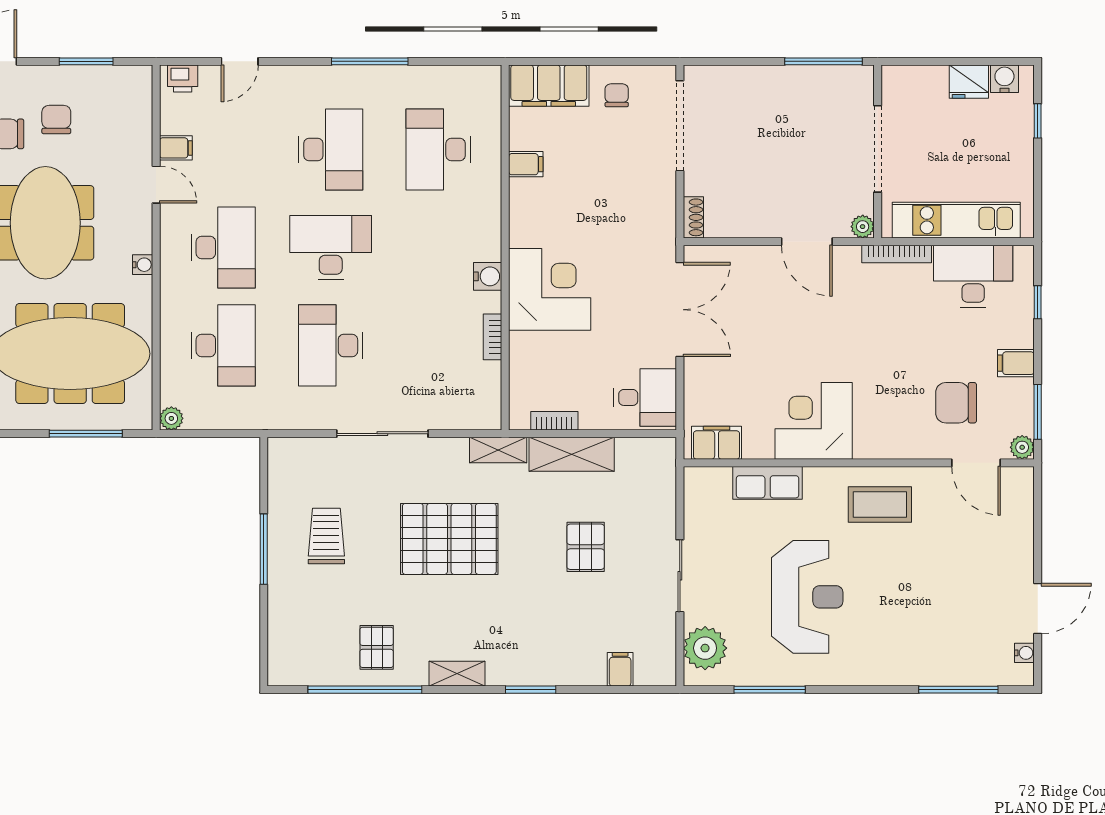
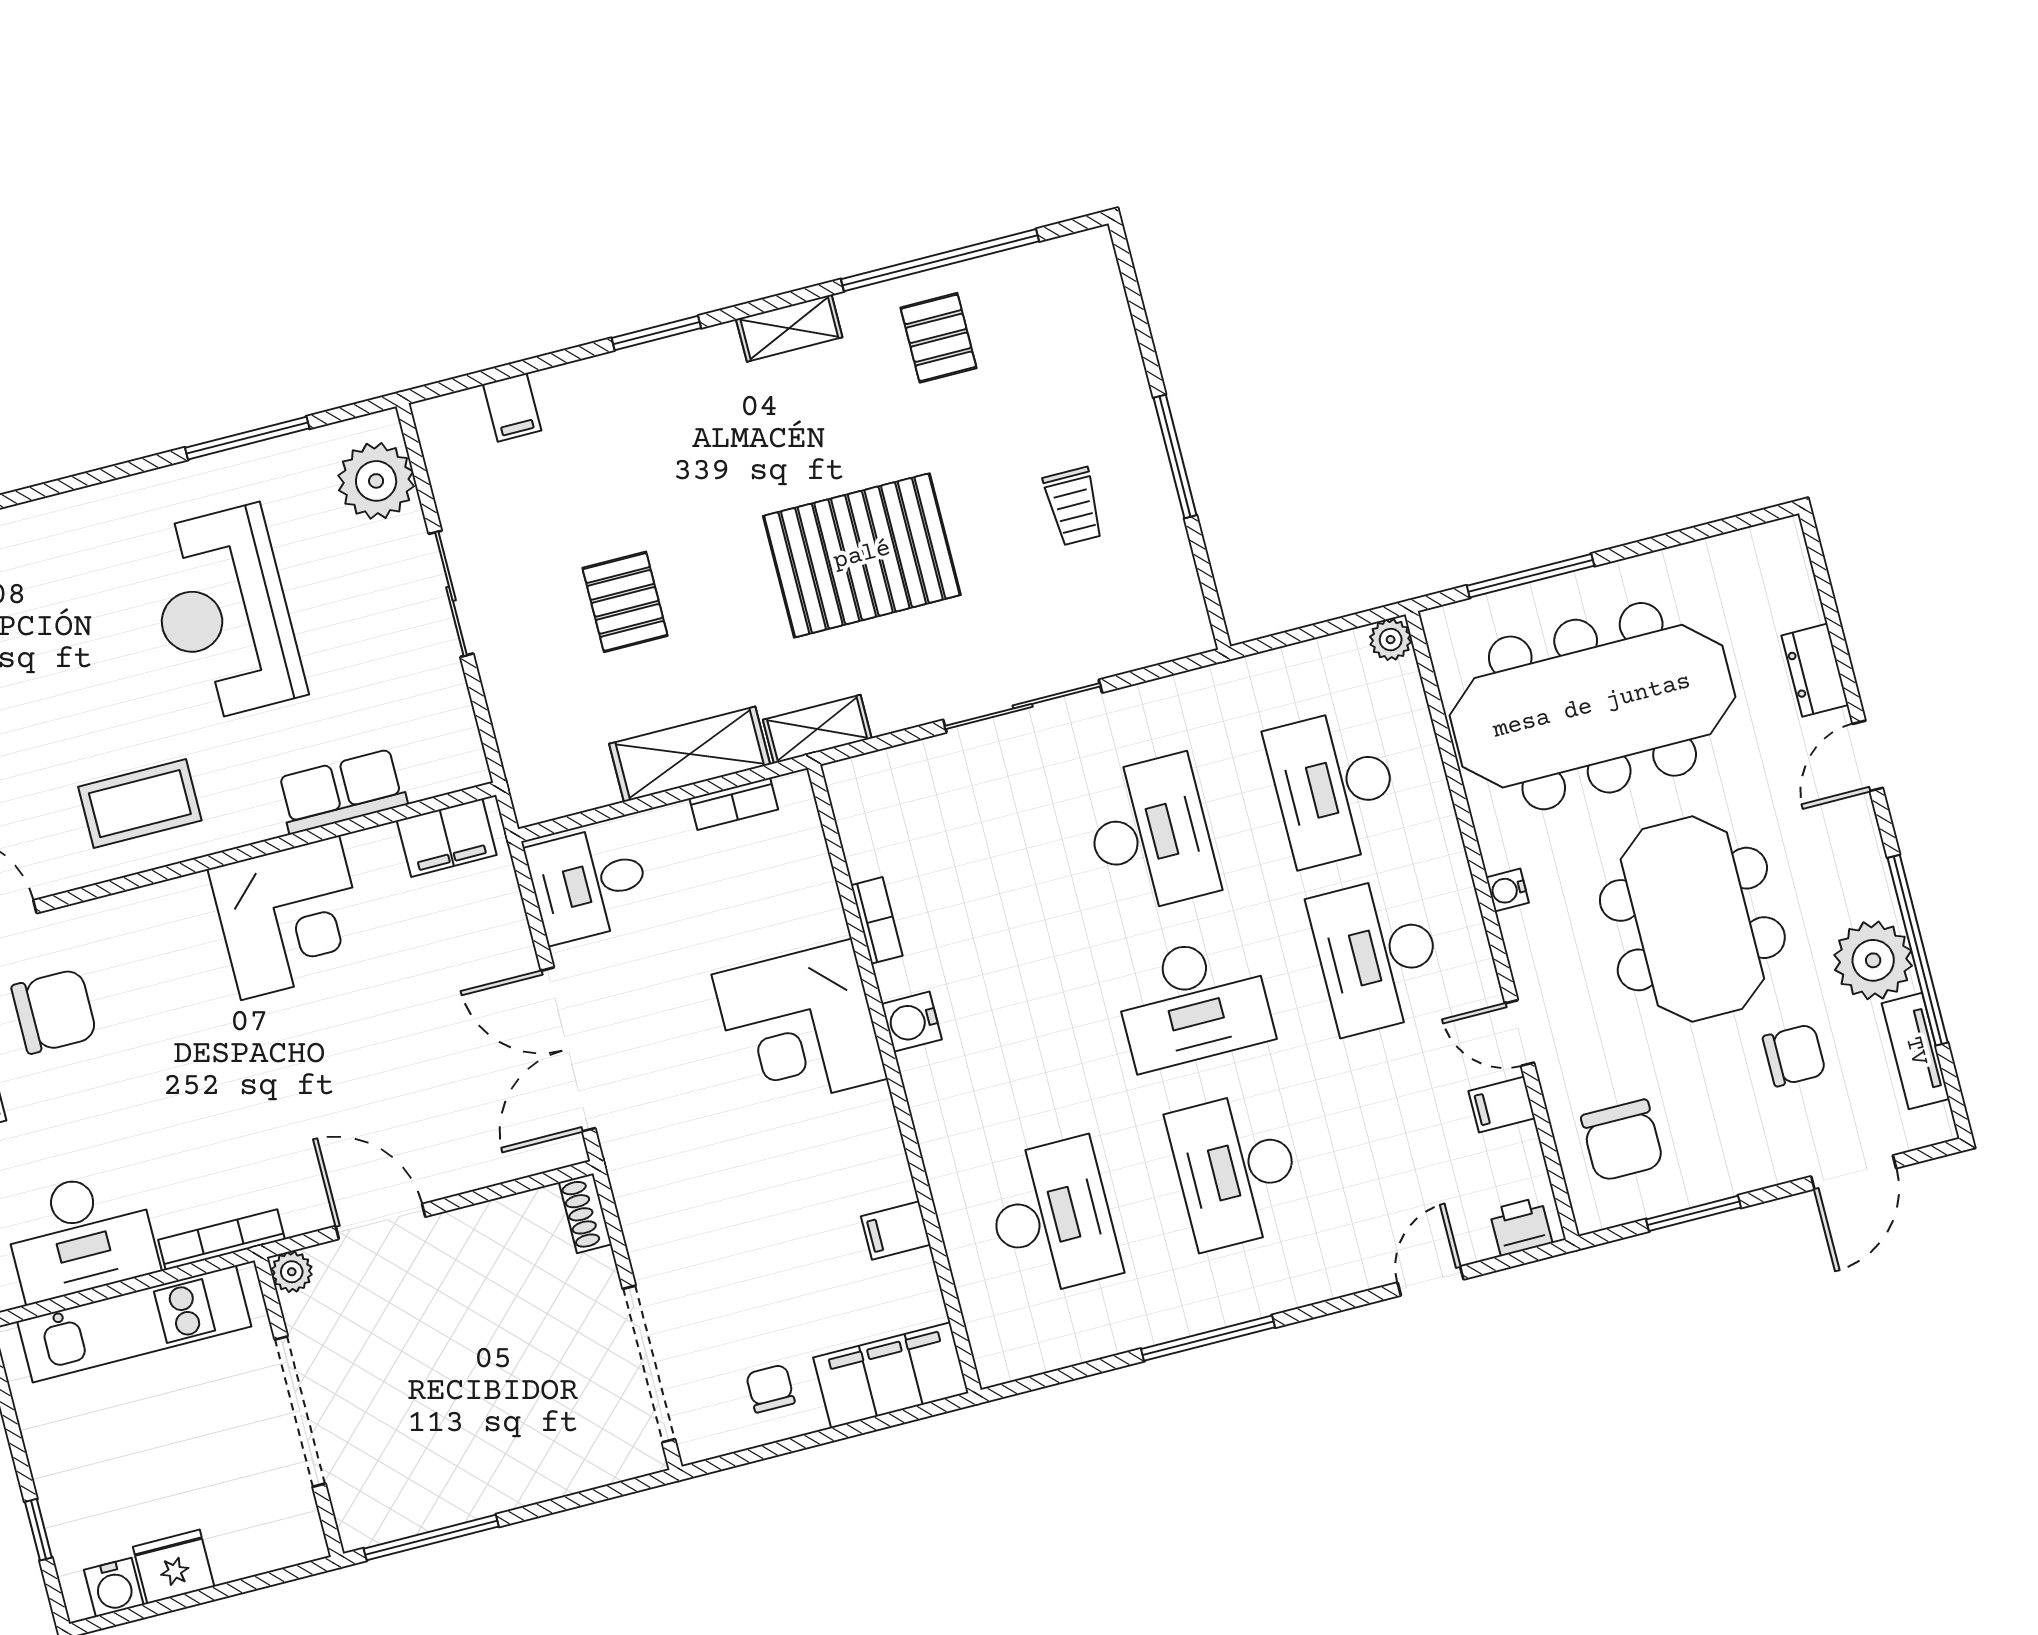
chair: (617, 95) -> (770, 1388), turned 180
chair: (56, 119) -> (1622, 1140), moved, width x1.37, depth x1.37
trolley: (326, 536) -> (1074, 506), width x0.73, depth x0.72

